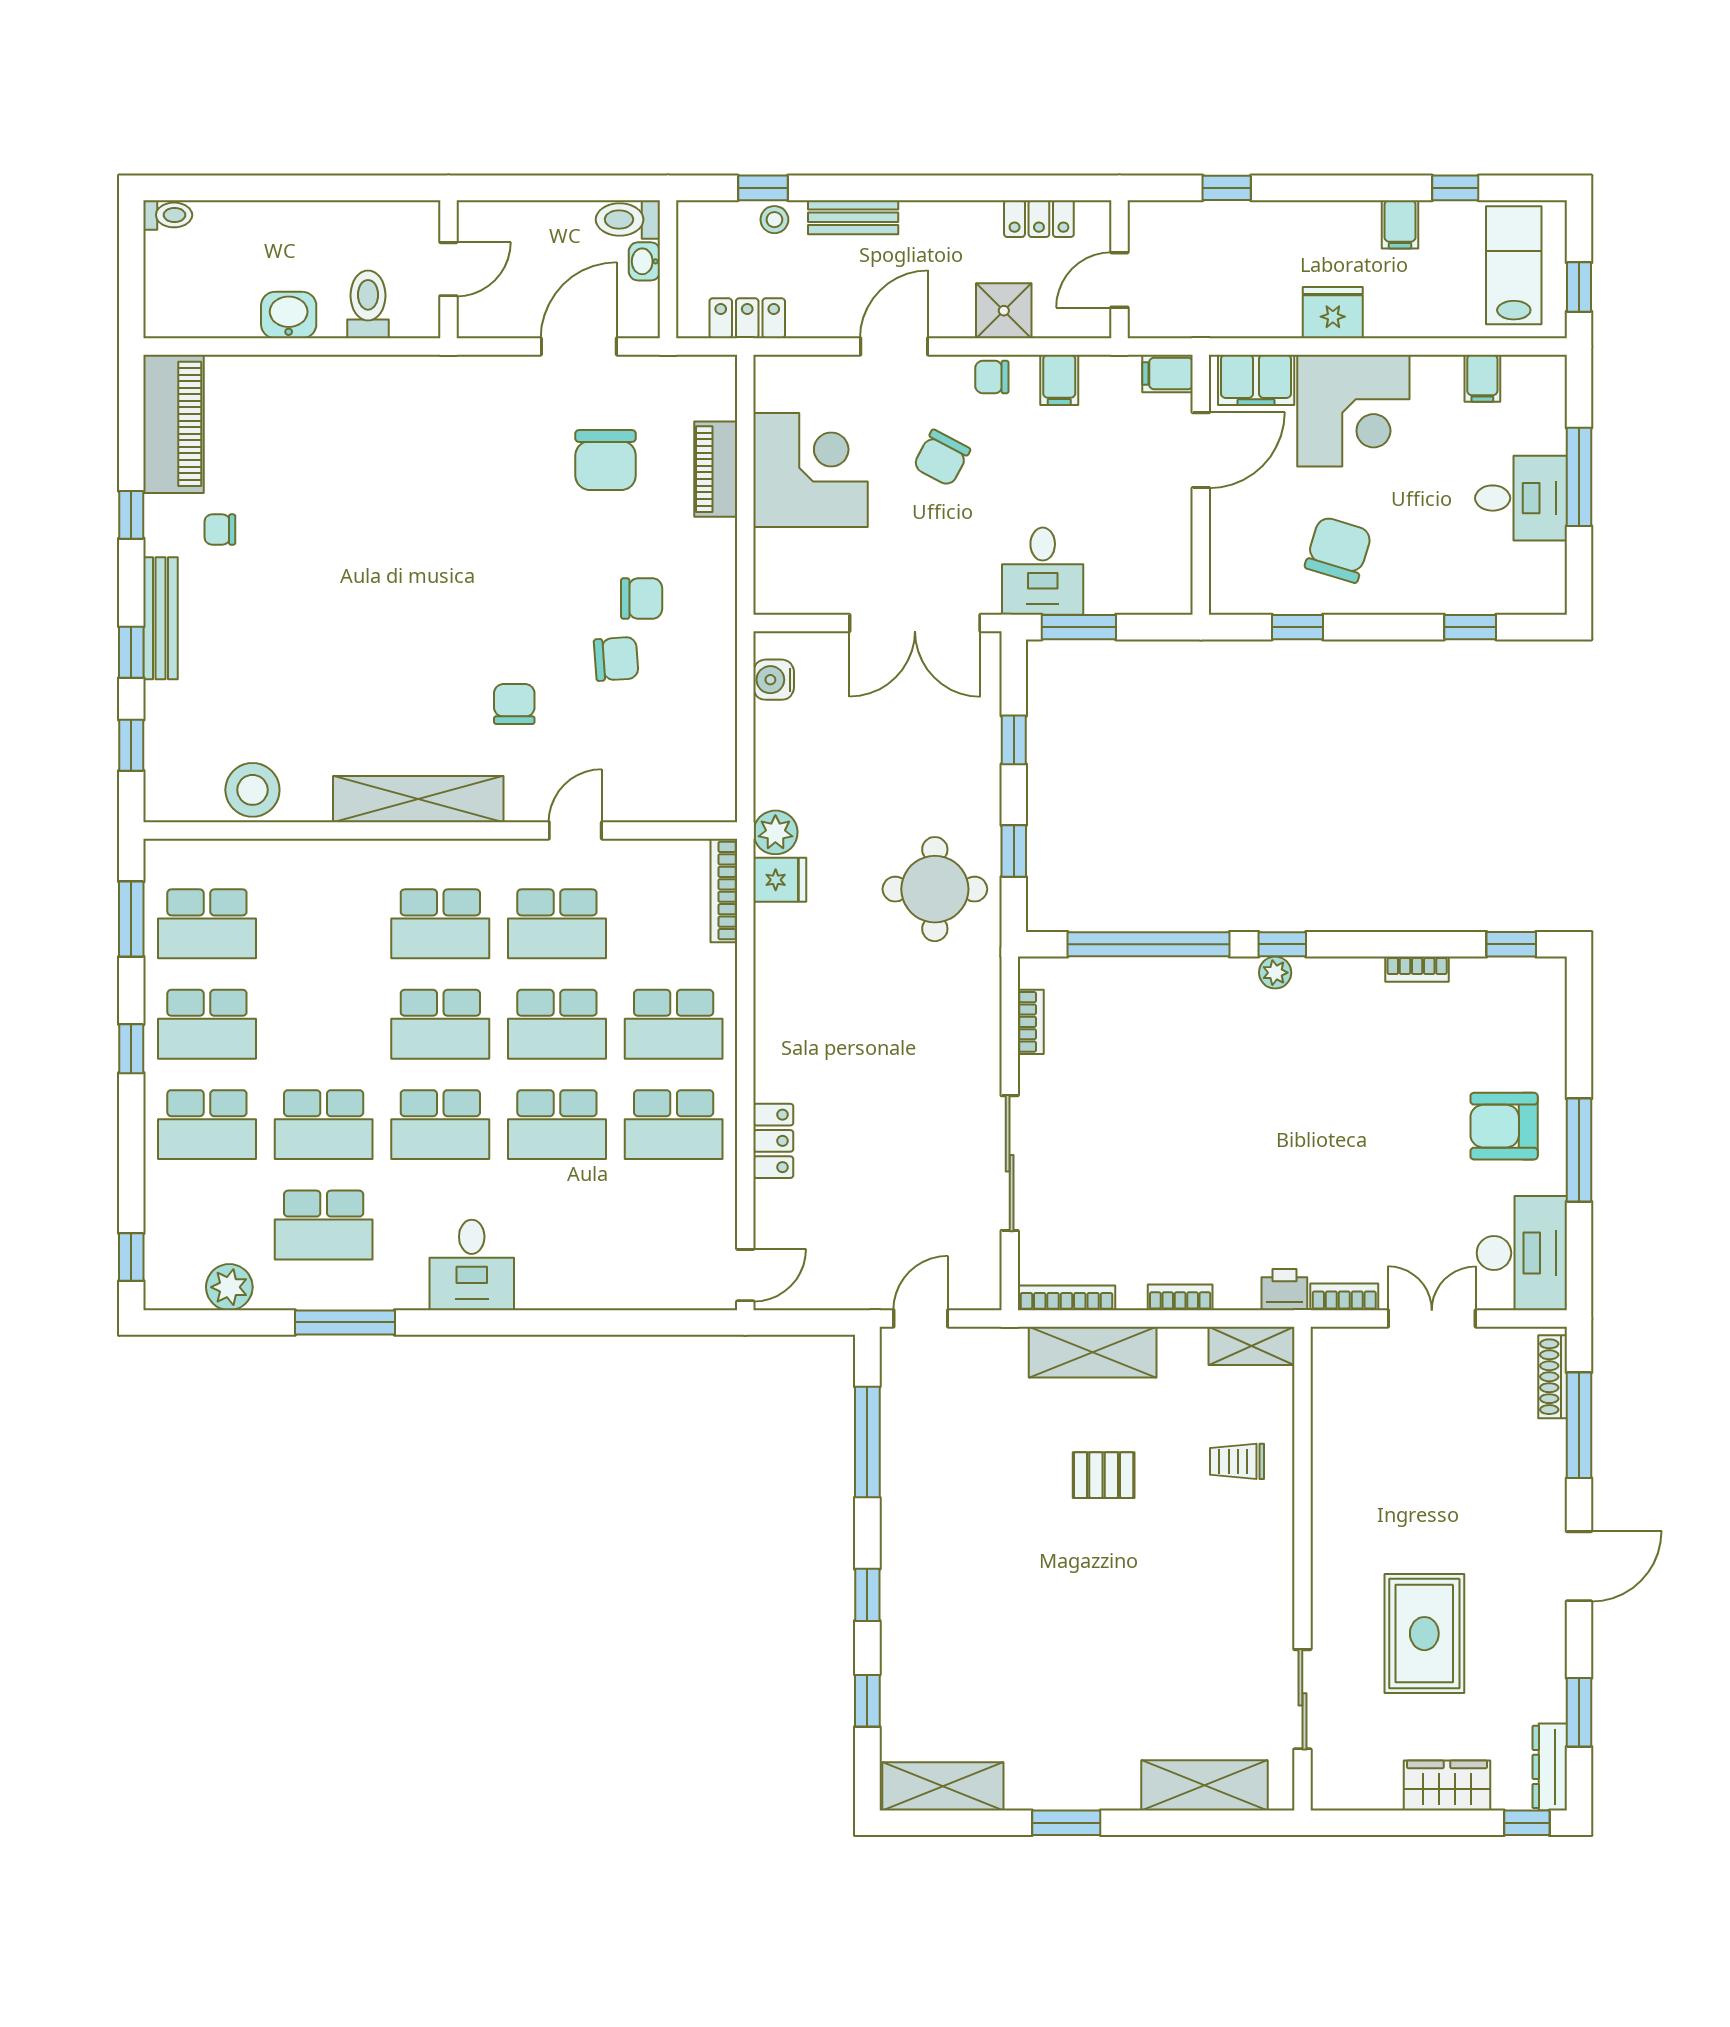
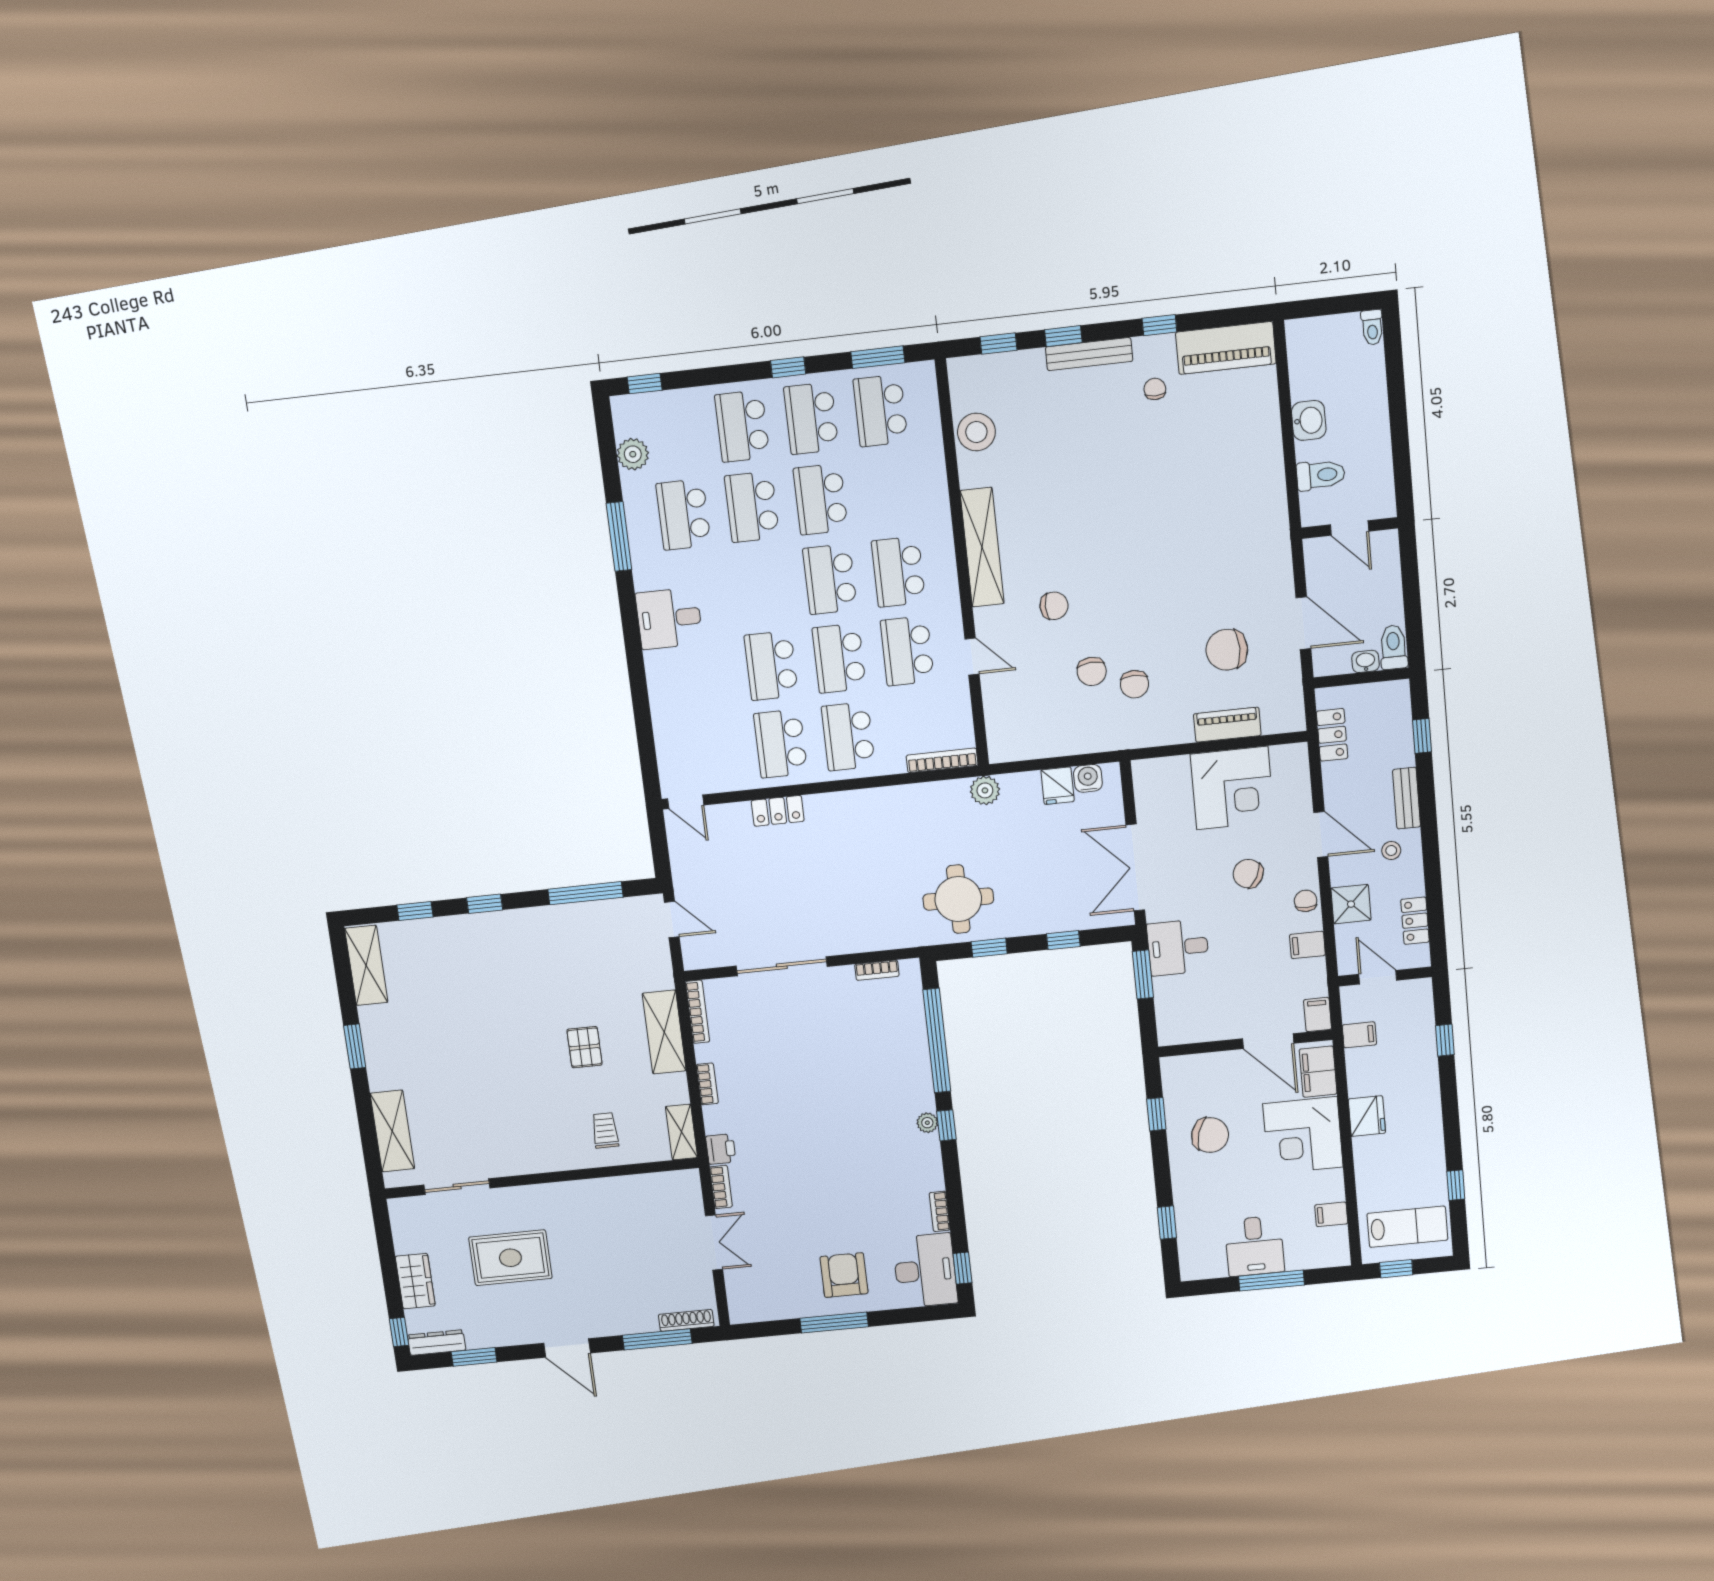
stool: (774, 220) -> (1391, 850), moved
filing cabinet: (1400, 224) -> (1359, 1035), moved, turned 180
fridge: (780, 880) -> (1058, 786), moved
school desk: (440, 1125) -> (821, 499), moved
desk: (1522, 1253) -> (925, 1270), moved, turned -90

